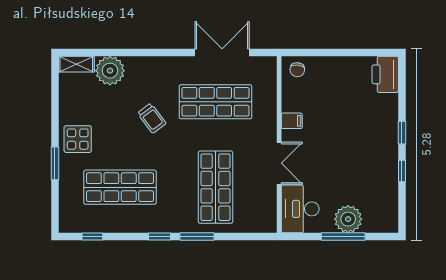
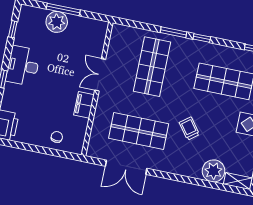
chair: (297, 70) -> (57, 137), moved
filing cabinet: (292, 121) -> (84, 105), width x2.00
window: (402, 171) -> (13, 29), moved
desk: (300, 209) -> (23, 66), moved, turned 180

